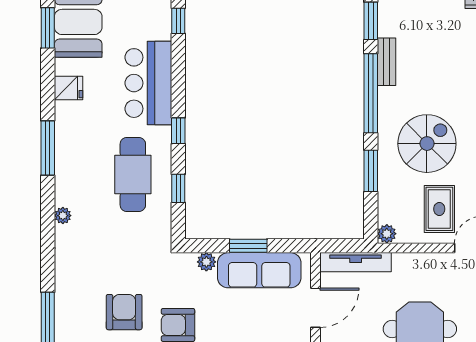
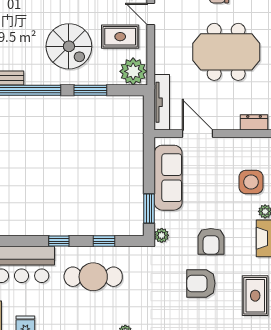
spiral stairs: (427, 144) -> (69, 46), turned 180
plant: (387, 234) -> (133, 71), width x1.88, depth x1.88
window: (248, 246) -> (149, 209), moved
plant: (206, 262) -> (162, 235), moved

